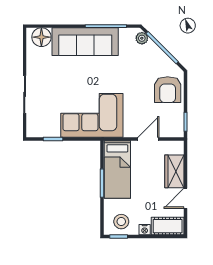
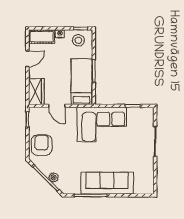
floor lamp: (41, 37) -> (142, 187), removed
plant: (142, 38) -> (54, 177), moved
door: (148, 139) -> (57, 106), hinge flipped
wardrobe: (174, 171) -> (36, 92), moved

